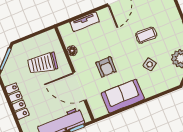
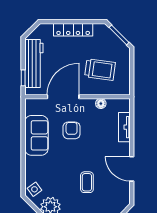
trolley: (43, 63) -> (100, 70), turned 89
side table: (150, 64) -> (34, 189), moved
armchair: (106, 67) -> (72, 130), turned 90

